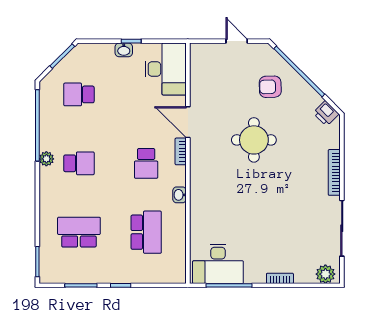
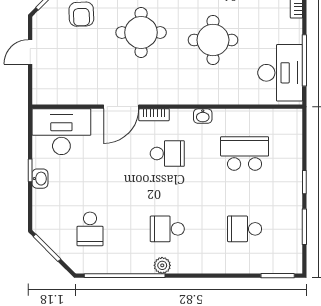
school desk: (79, 163) -> (167, 229), turned -90
round table: (247, 204) -> (213, 40), added
school desk: (79, 232) -> (245, 229), width x0.54

